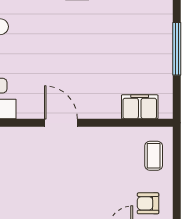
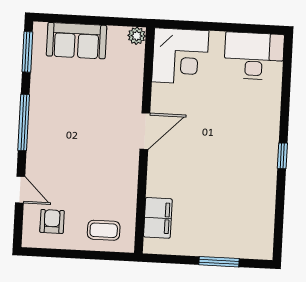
window: (177, 49) -> (219, 262), width x0.69

